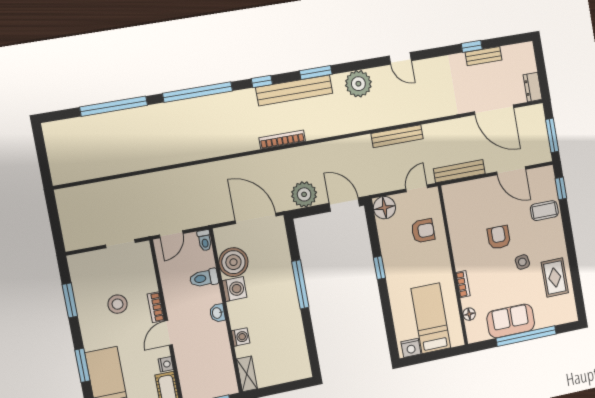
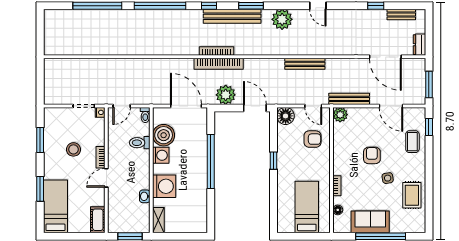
bench: (484, 56) -> (401, 15), moved
bookcase: (288, 156) -> (219, 64), added
door: (417, 188) -> (313, 106), swing flipped
plant: (452, 193) -> (340, 115), added
coffee table: (544, 211) -> (412, 142), turned 90
window: (300, 284) -> (211, 161), width x1.46
washbasin: (217, 313) -> (145, 196), moved
washing machine: (241, 337) -> (164, 186), width x1.89, depth x1.89
nightstand: (411, 348) -> (287, 226), removed
nightstand: (166, 364) -> (100, 112), moved

